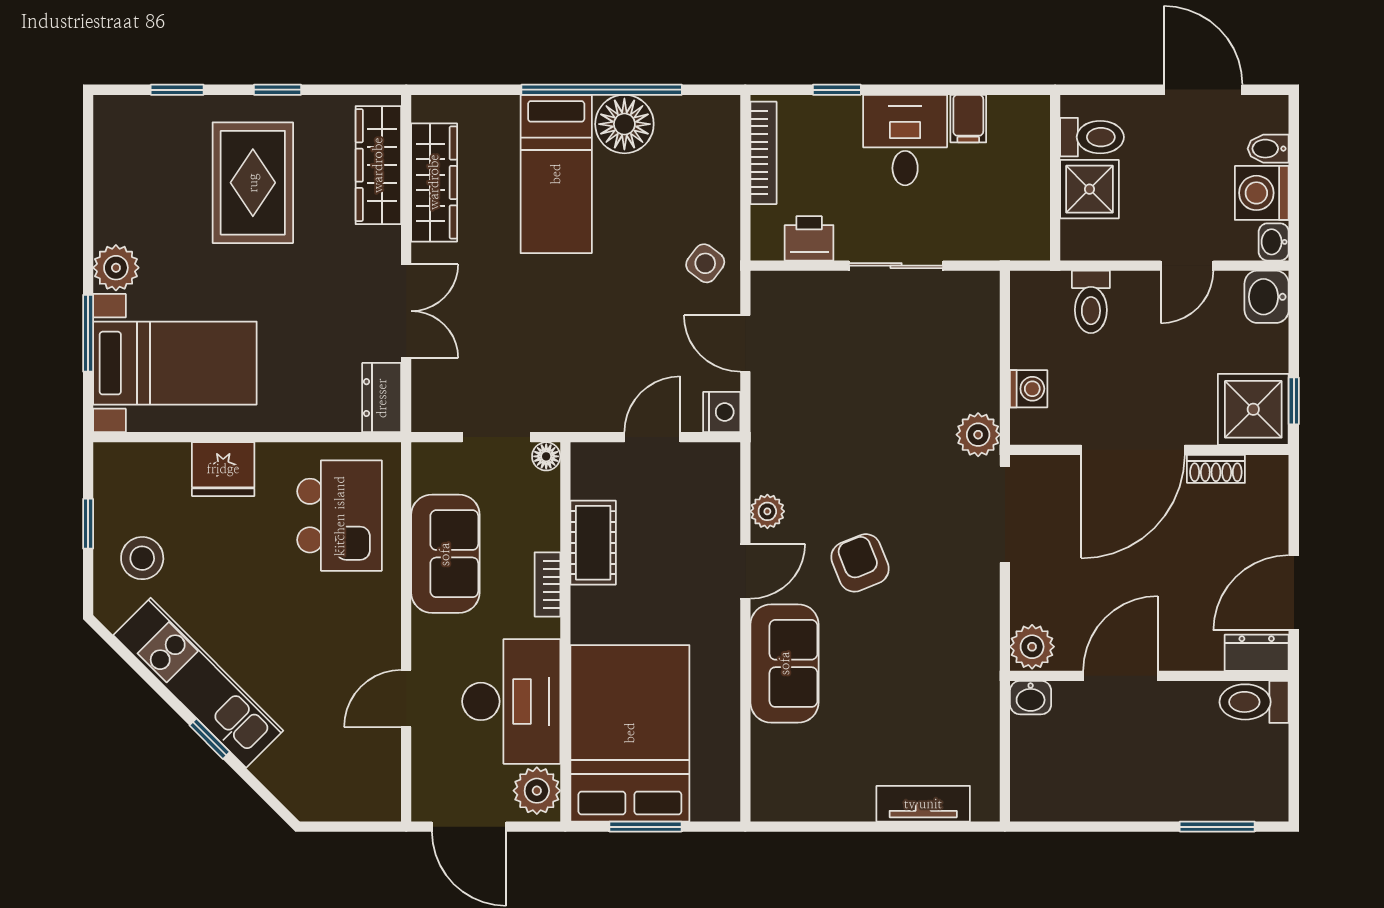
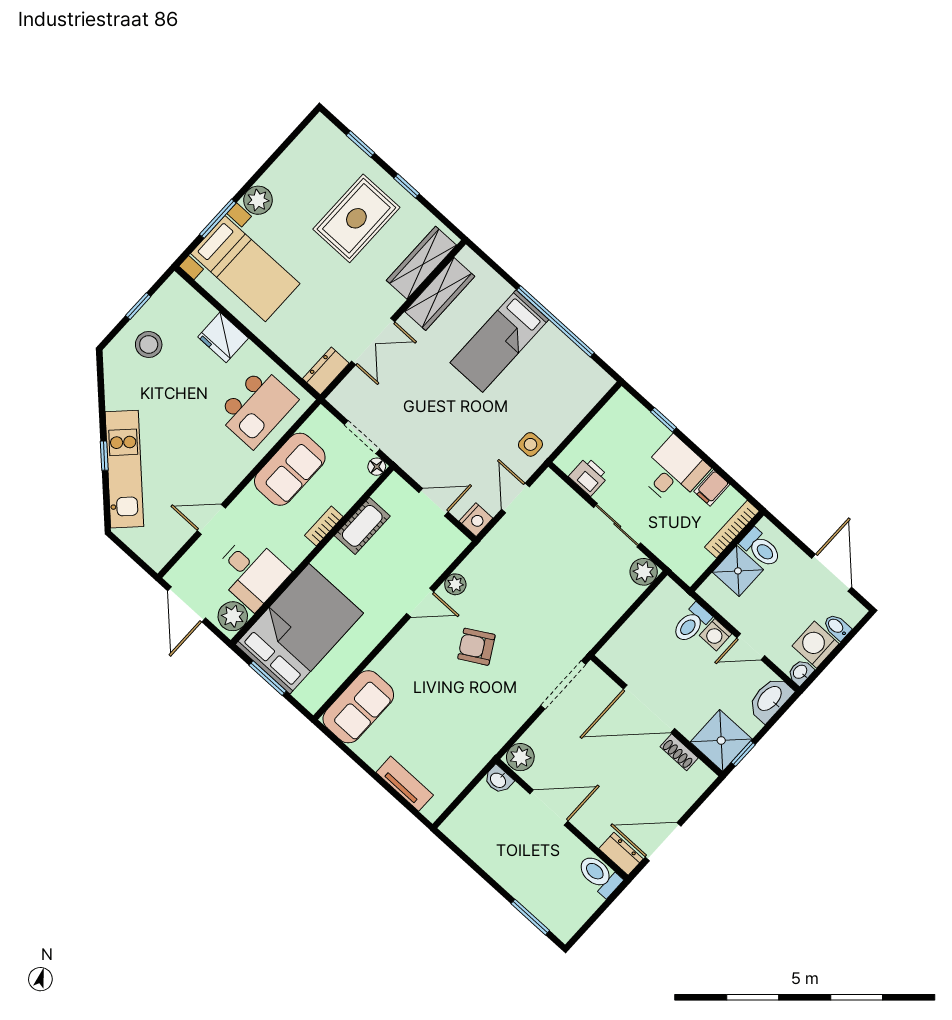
floor lamp: (624, 124) -> (552, 347), removed
bookcase: (763, 153) -> (732, 529), moved, turned 180
side table: (705, 263) -> (530, 444), turned -37
washbasin: (1267, 297) -> (770, 699), width x1.38
washing machine: (1029, 389) -> (716, 635), moved, turned 90
plant: (978, 435) -> (644, 572), moved
armchair: (860, 563) -> (476, 647), turned -98
sofa: (785, 663) -> (358, 707), moved
kitchen unit: (198, 683) -> (124, 469), moved
desk: (511, 701) -> (251, 572), width x0.73

